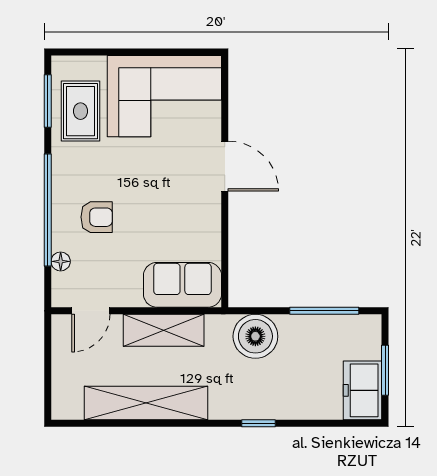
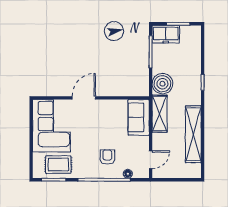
door: (91, 311) -> (151, 160), hinge flipped
shelving: (164, 330) -> (160, 114), moved
freezer: (363, 390) -> (166, 34), moved

